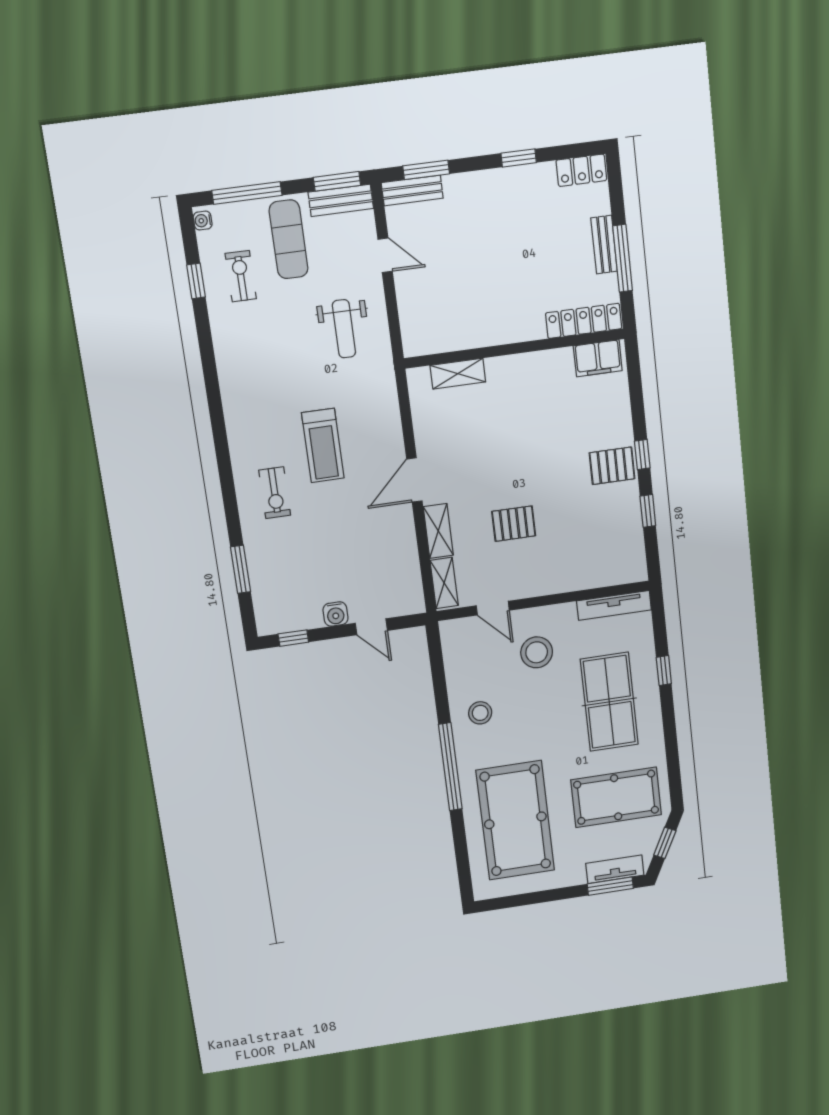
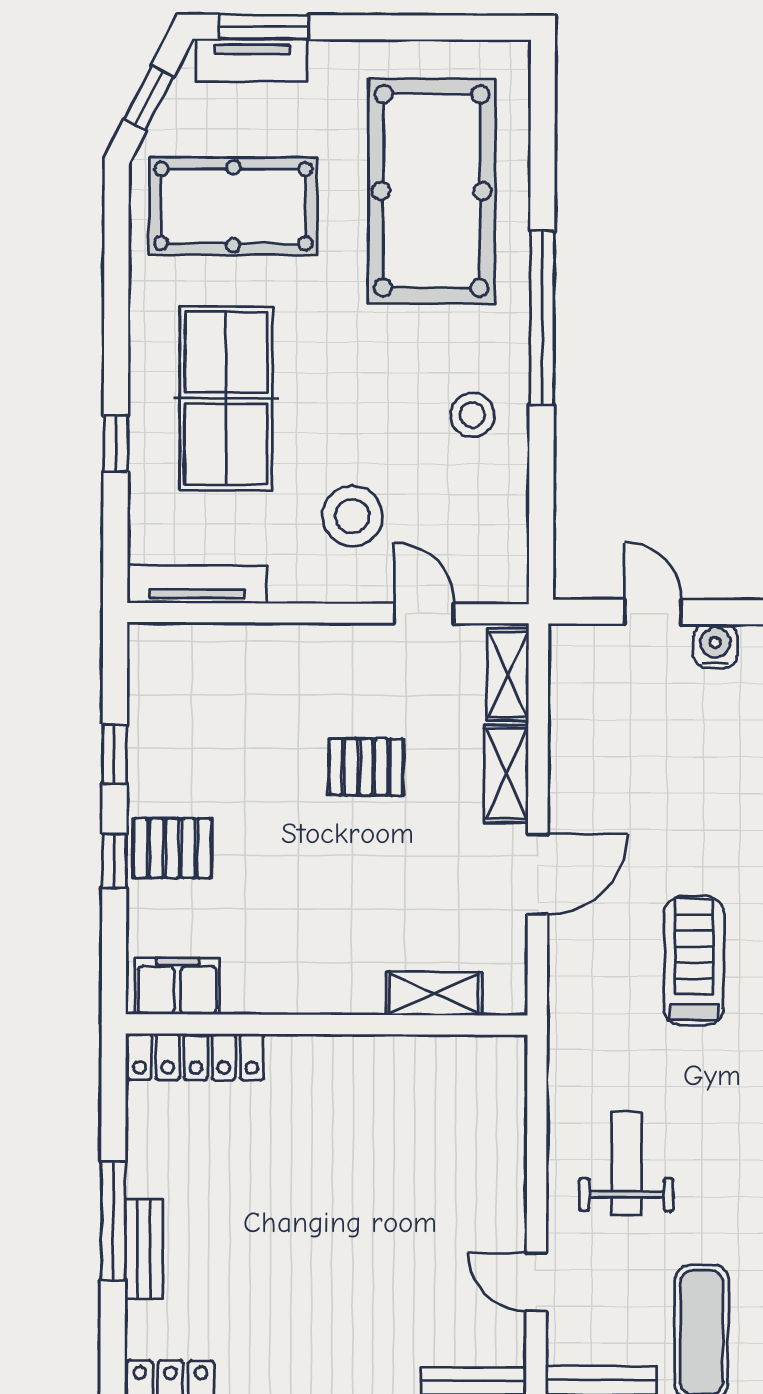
locker: (584, 321) -> (196, 1057), moved
wall: (514, 349) -> (327, 1025), moved
filing cabinet: (598, 358) -> (177, 986), moved
shelving: (458, 374) -> (434, 994), moved

